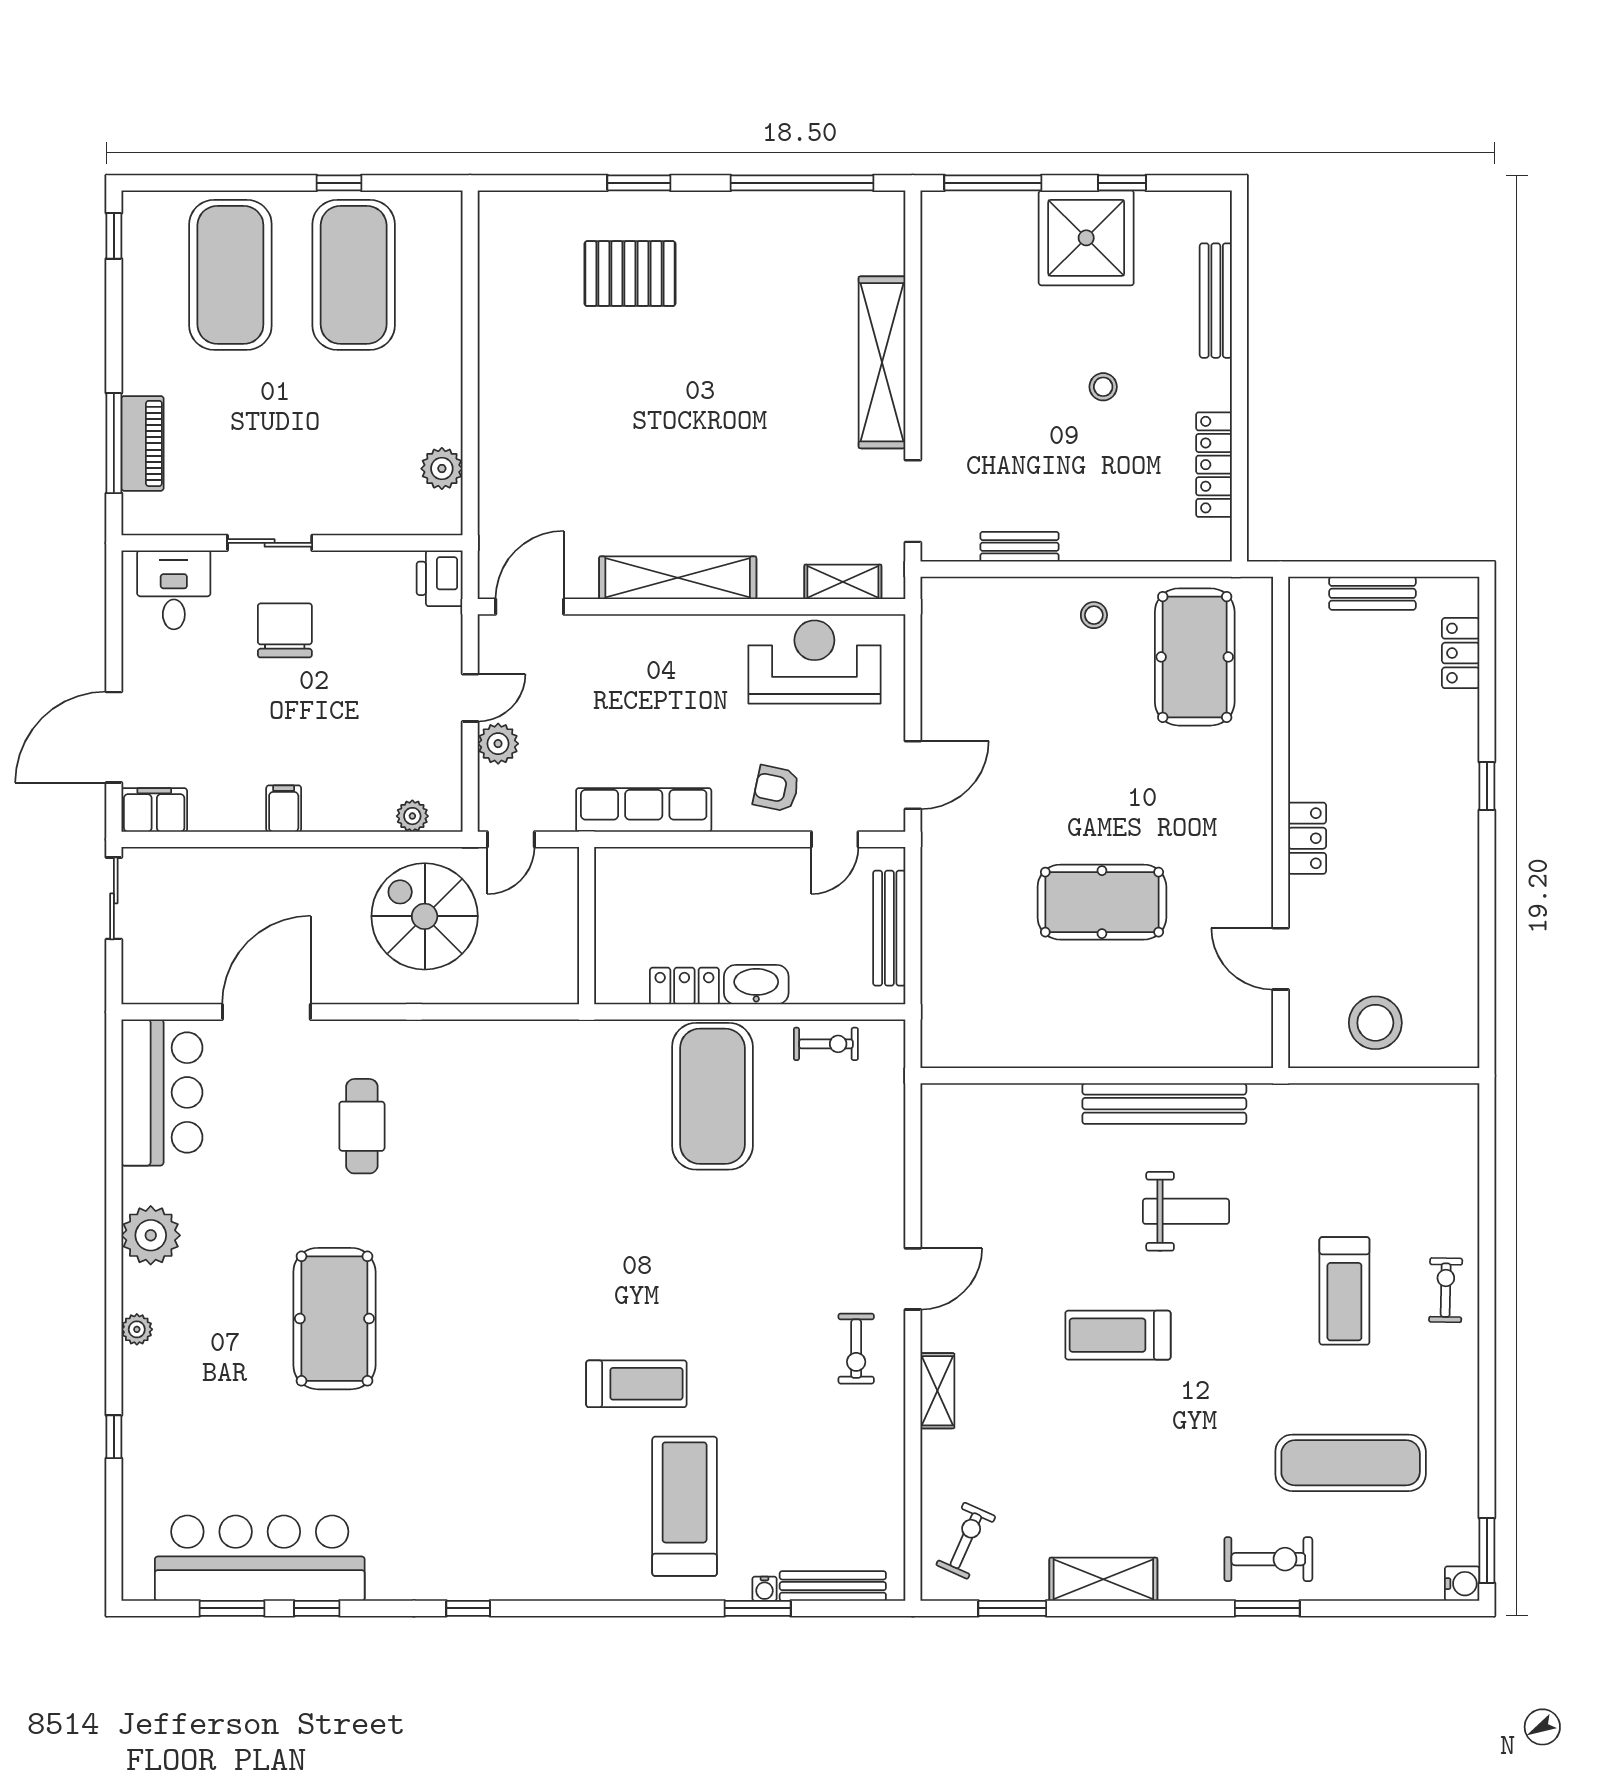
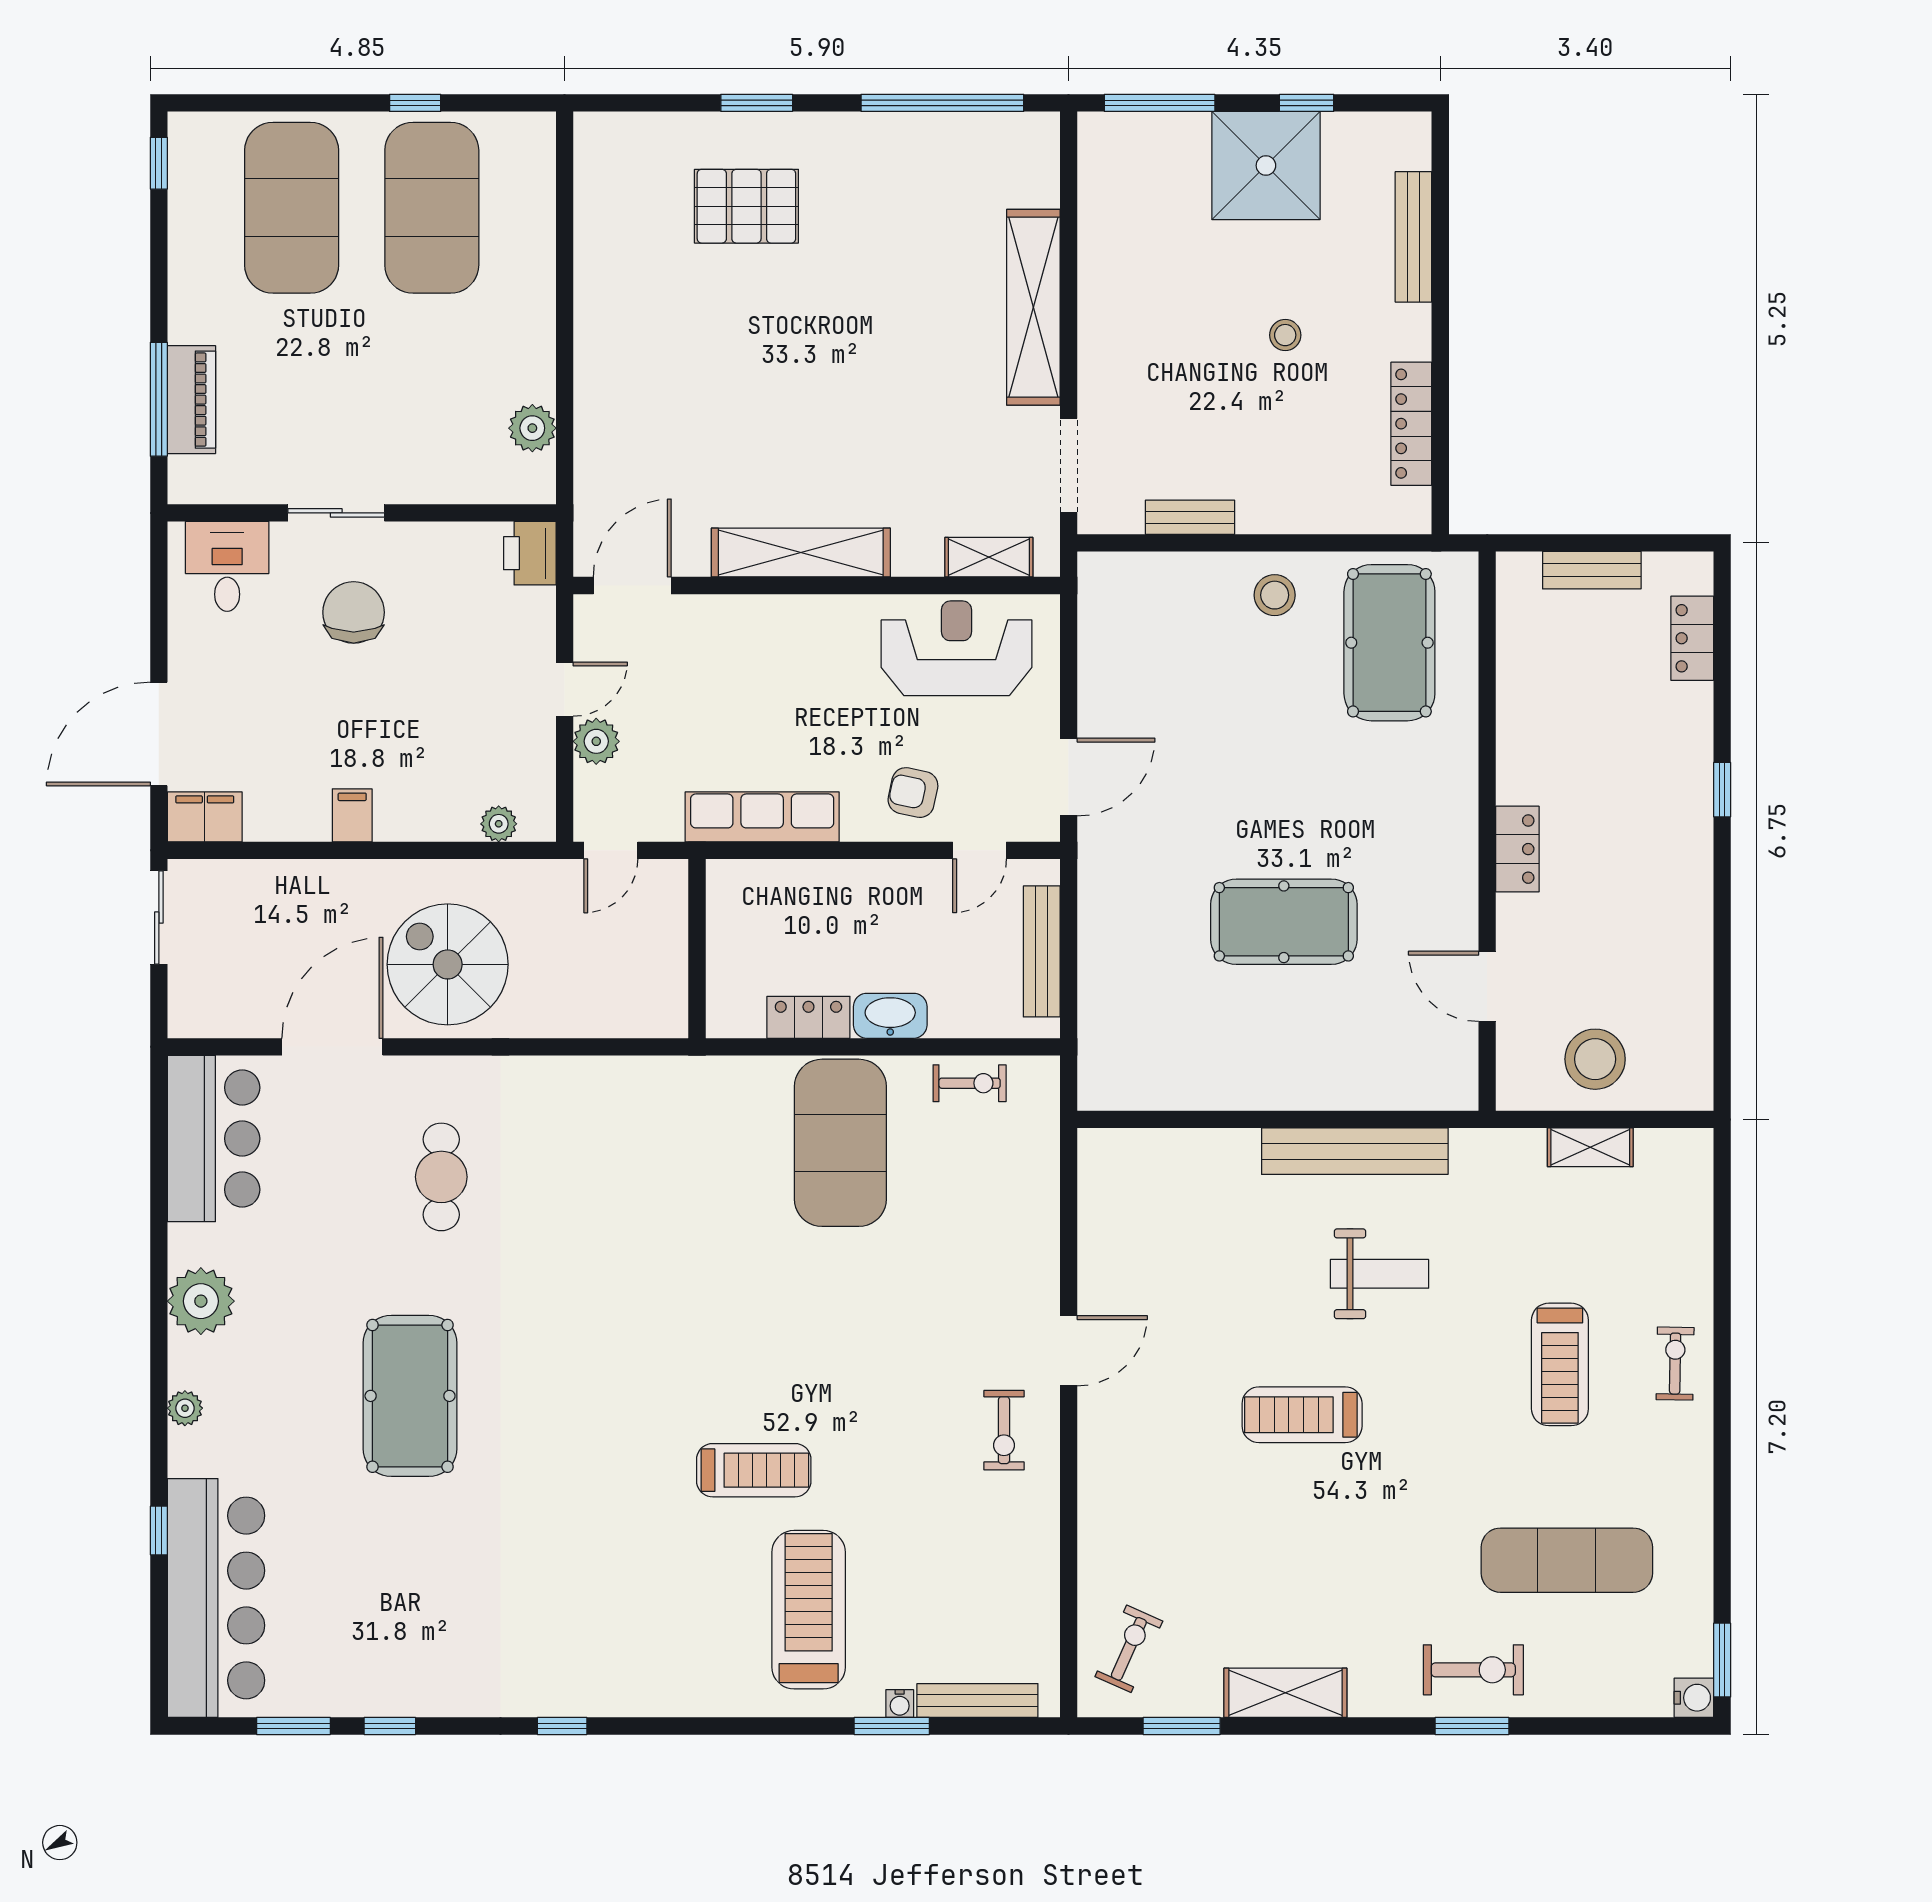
stool: (1094, 615) -> (1275, 595), width x1.37, depth x1.37
spiral stairs: (425, 916) -> (448, 964), moved
shelving: (937, 1391) -> (1590, 1147), moved, turned 90
bar counter: (260, 1558) -> (216, 1598), moved, turned 90

